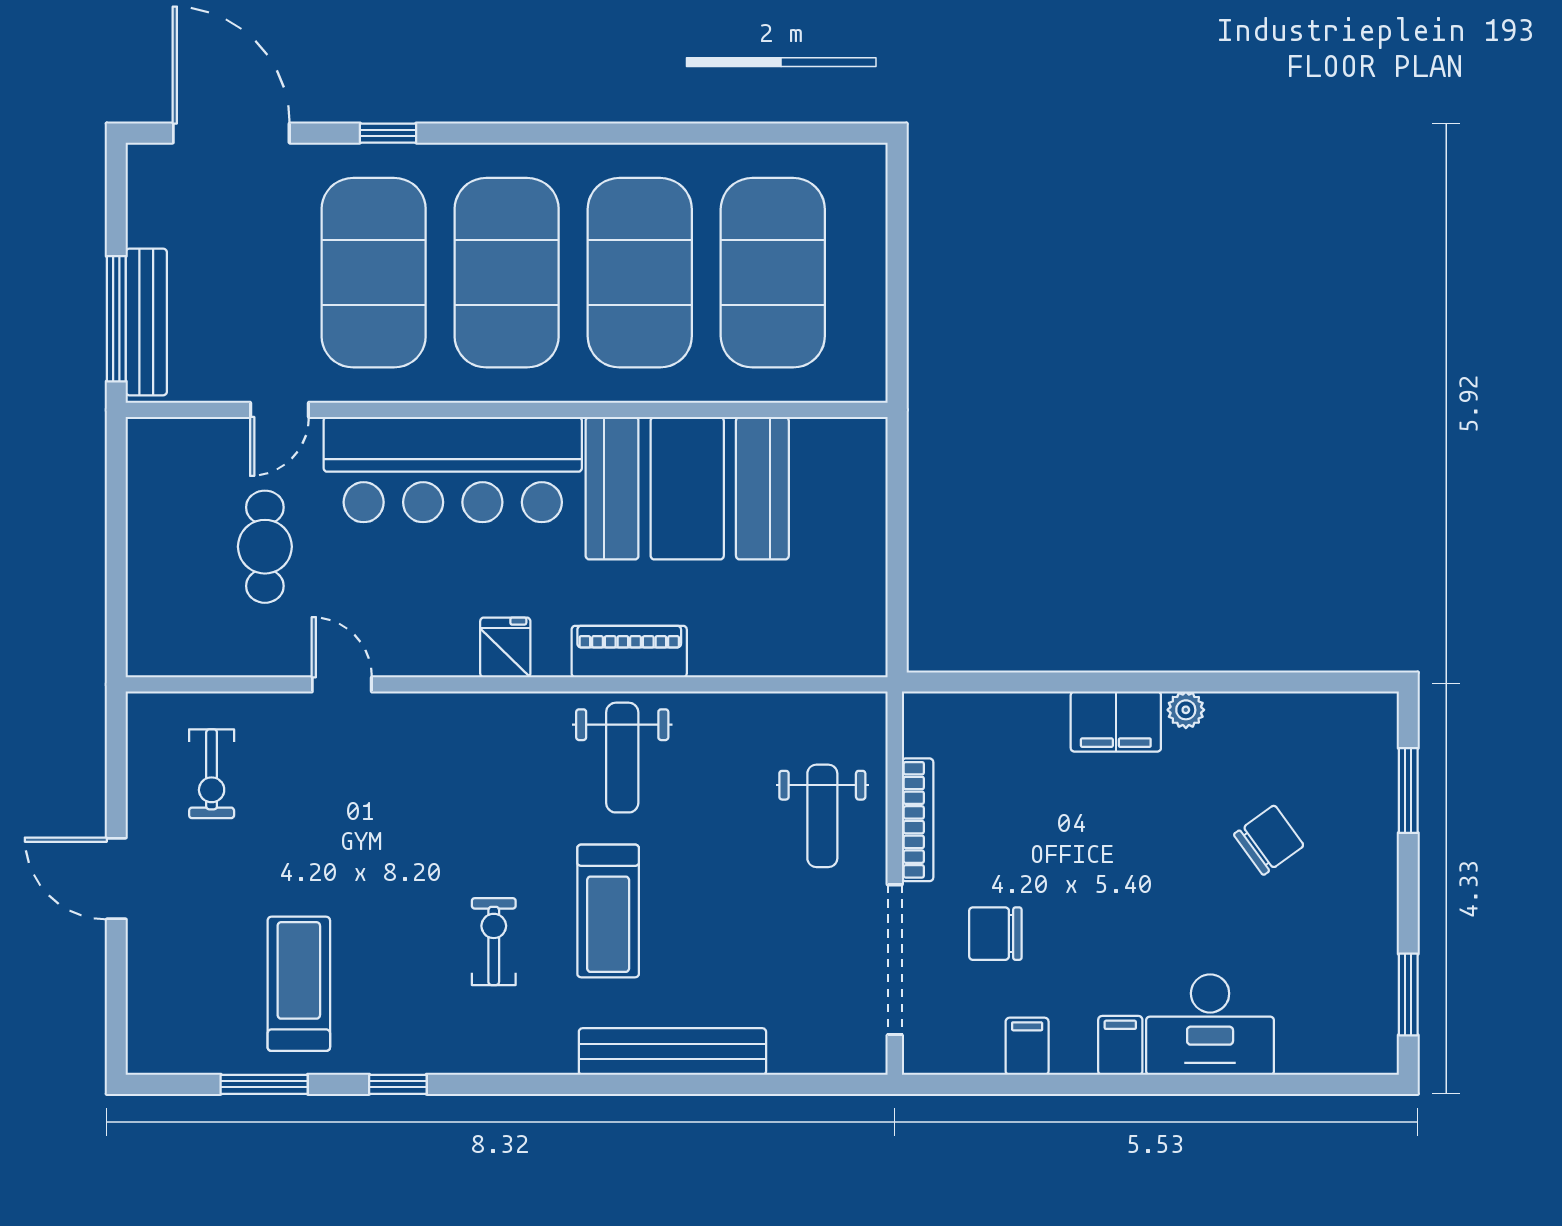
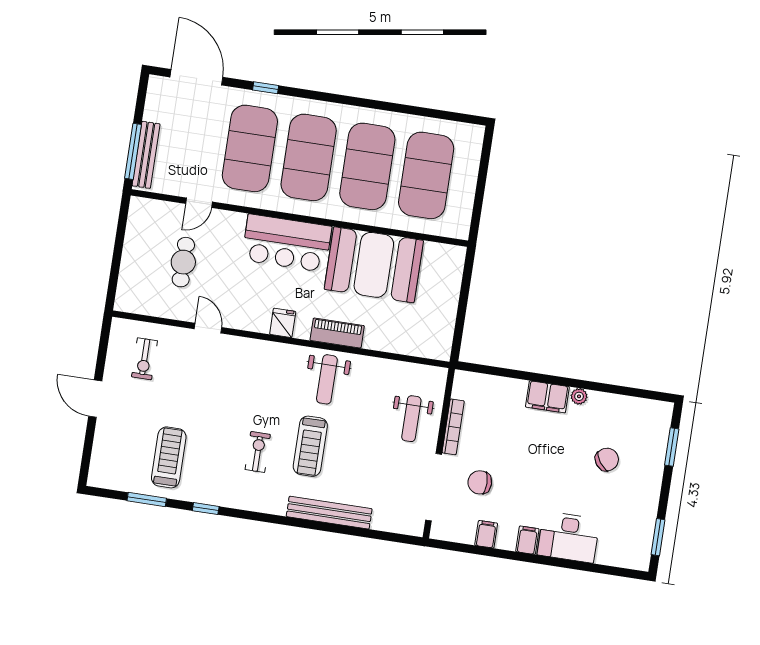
bar counter: (453, 470) -> (287, 243), width x0.73

